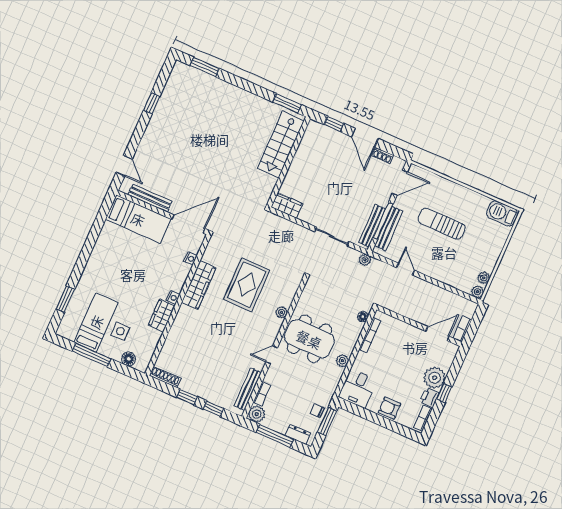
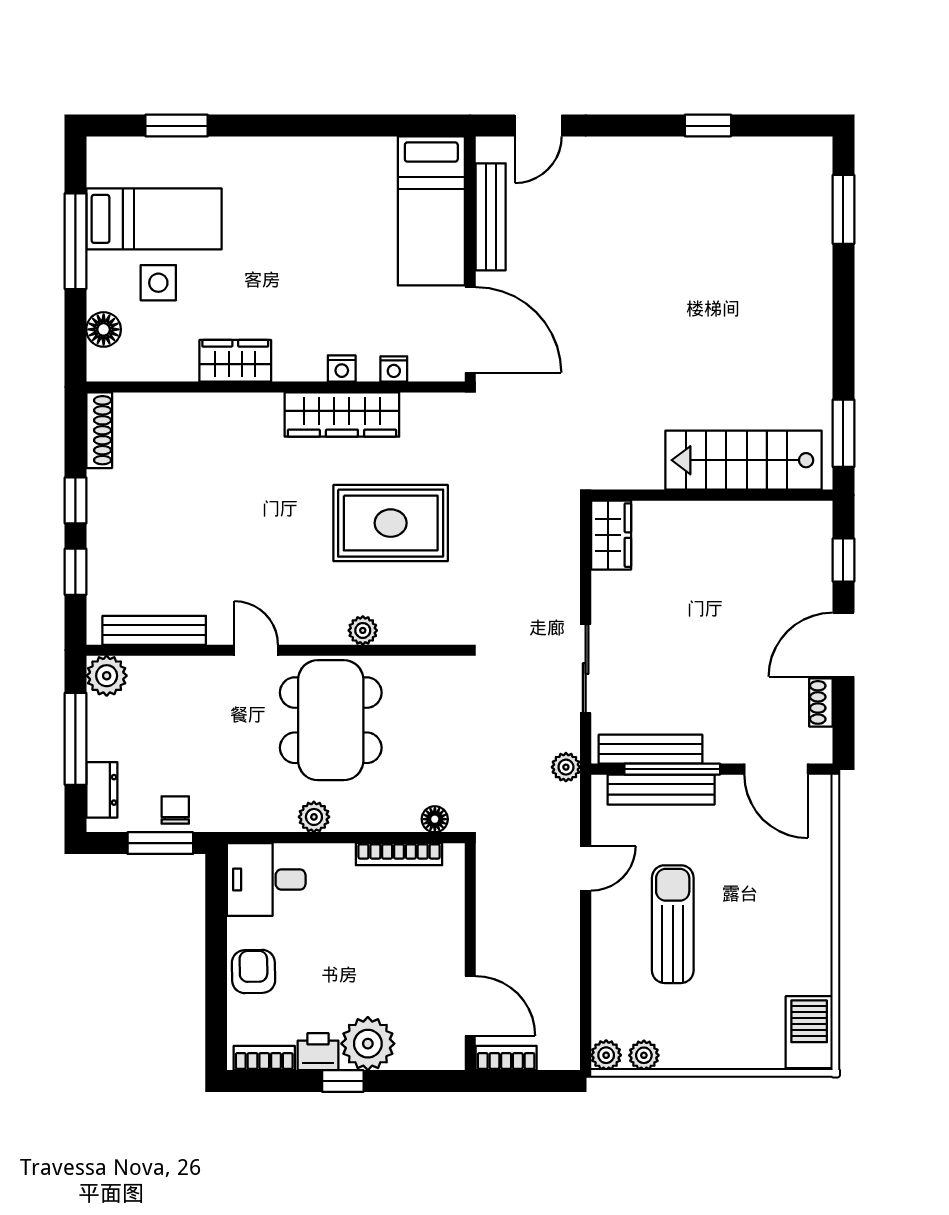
sun lounger: (442, 224) -> (673, 924), moved
nightstand: (173, 297) -> (342, 368), moved
bookcase: (262, 394) -> (158, 667), removed

